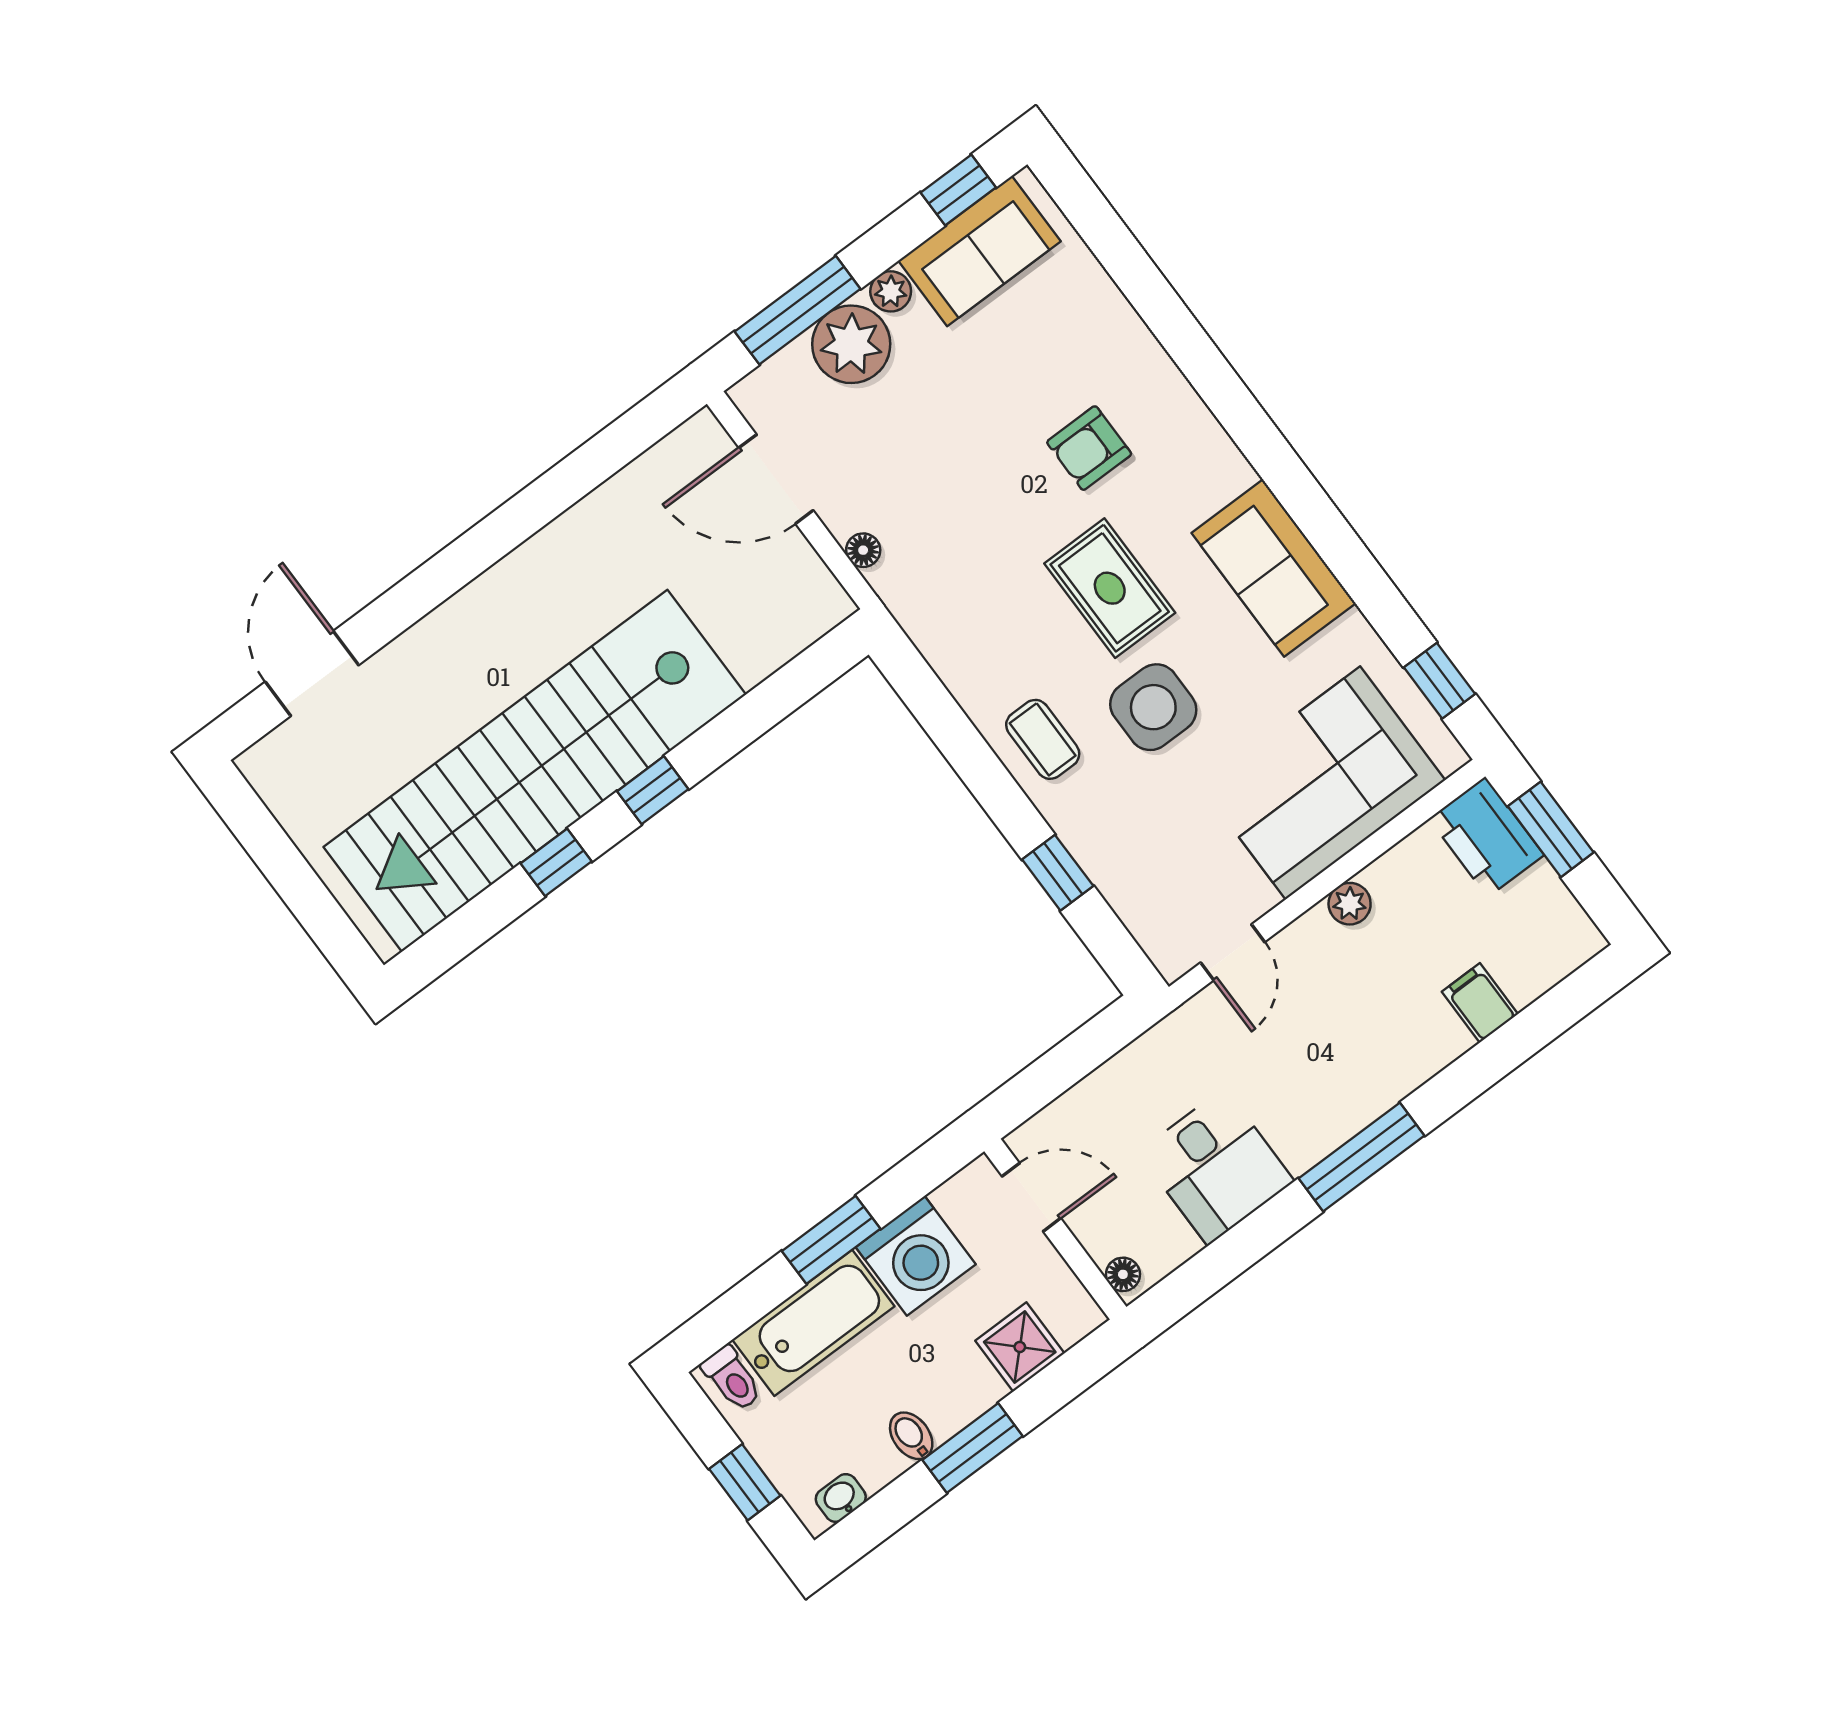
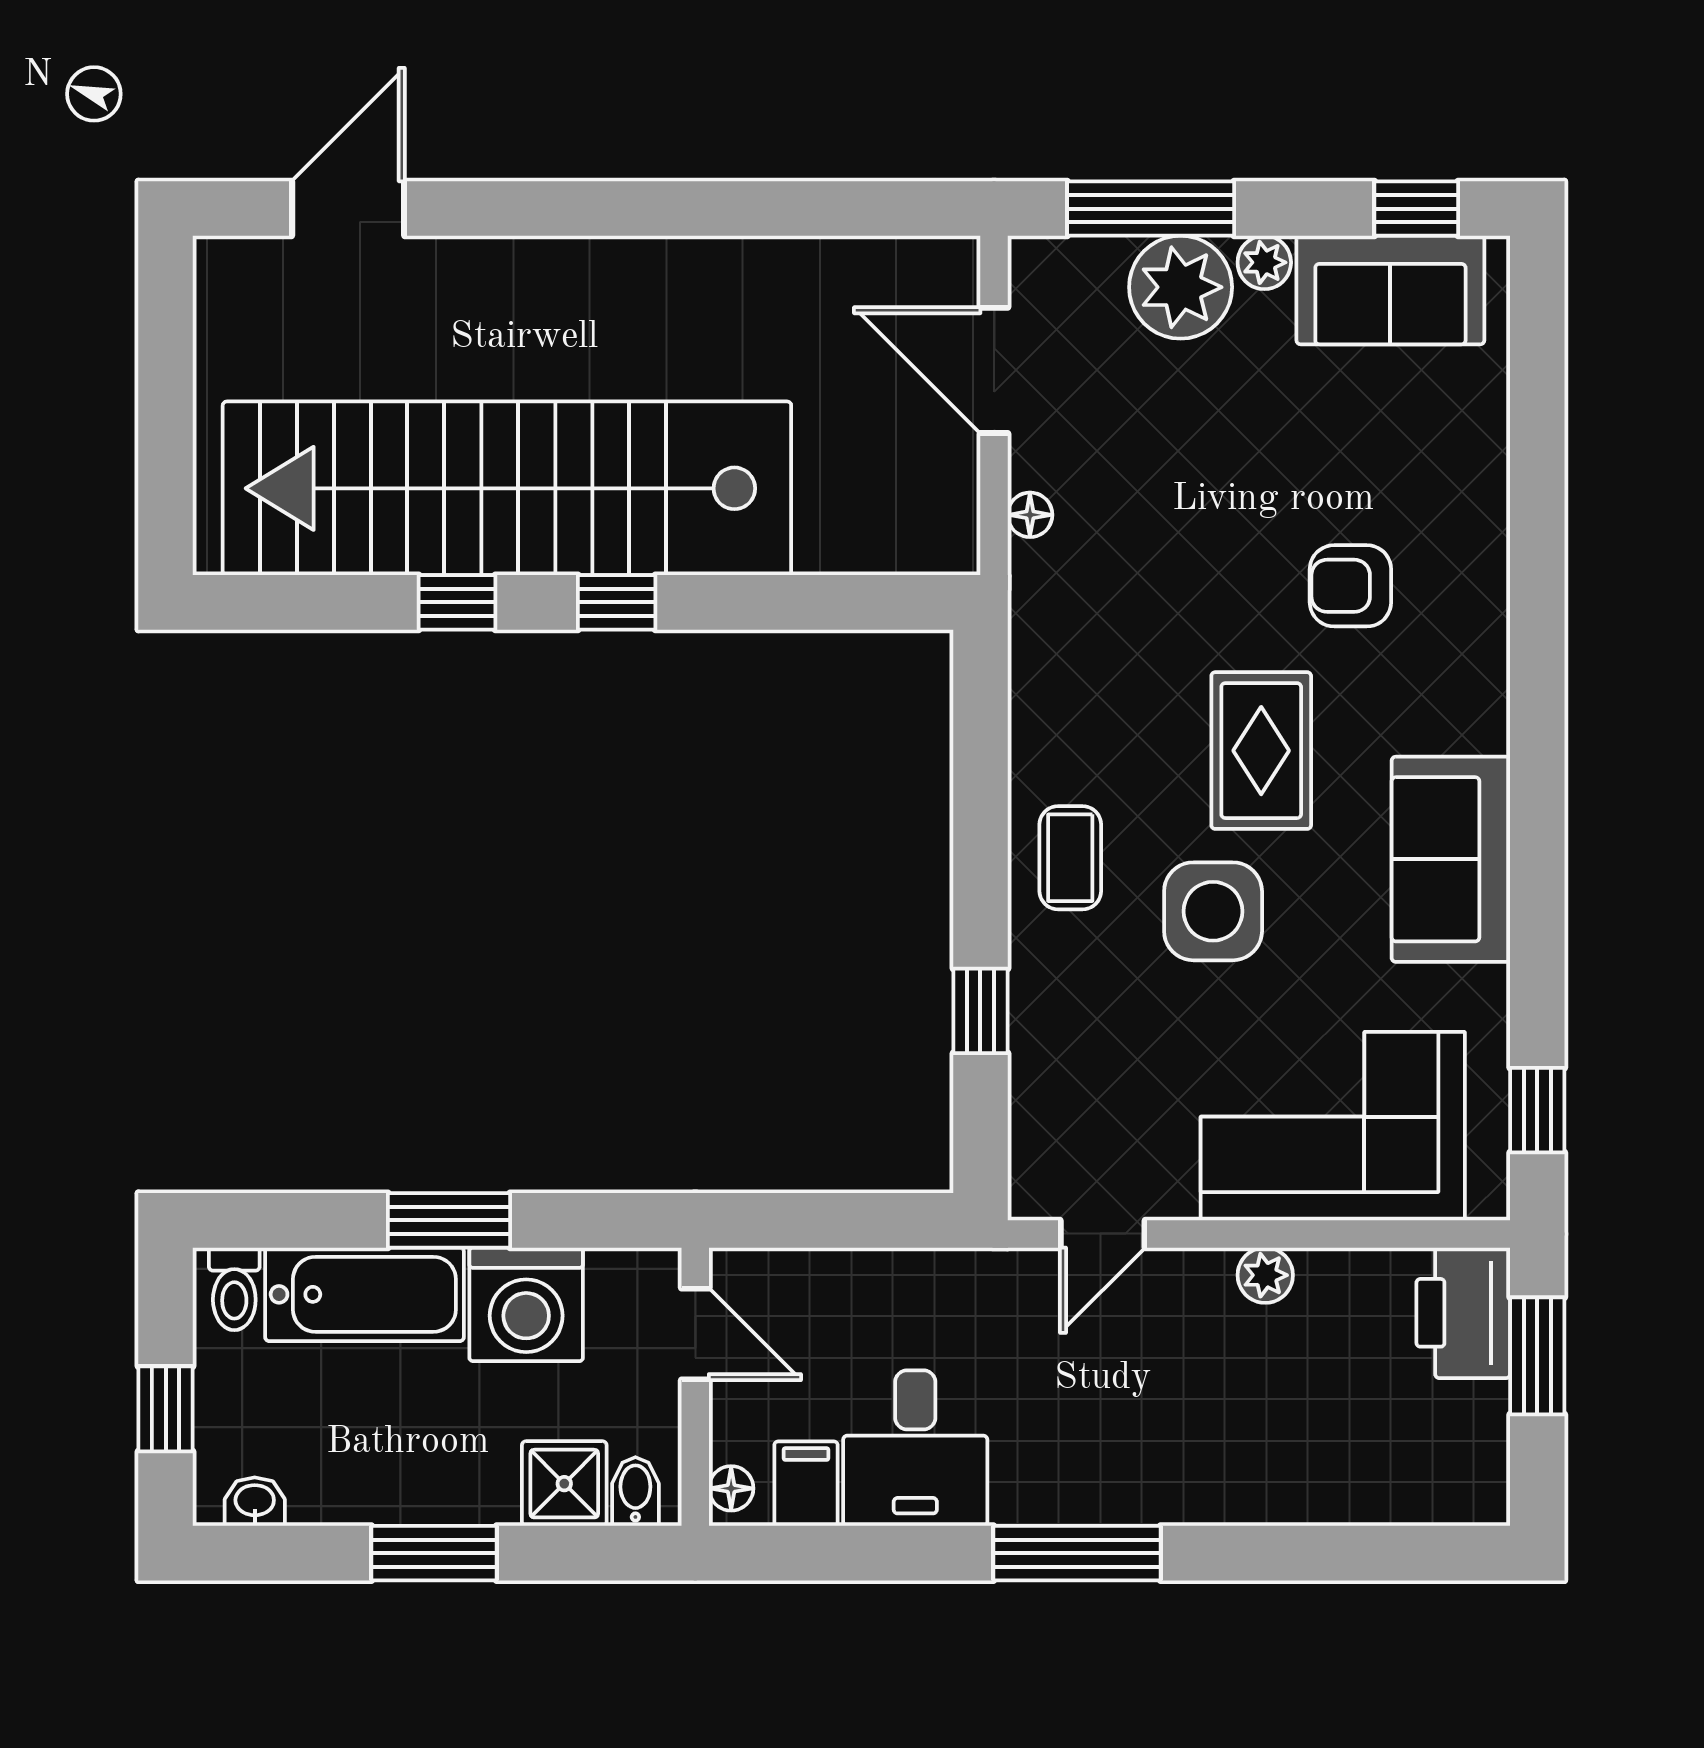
filing cabinet: (1480, 1003) -> (806, 1484), moved
bidet: (911, 1436) -> (635, 1492), moved

